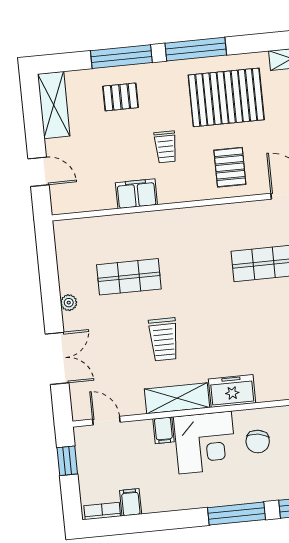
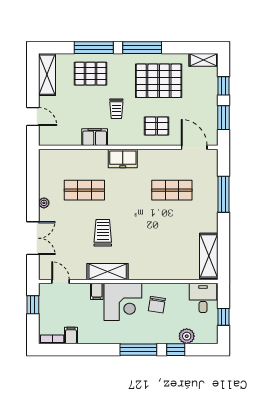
pallet: (120, 97) -> (91, 74), width x1.50, depth x1.42
pallet: (230, 167) -> (157, 126), turned 90
trolley: (164, 339) -> (103, 233), turned 180
freezer: (232, 391) -> (123, 158), moved, turned 180

